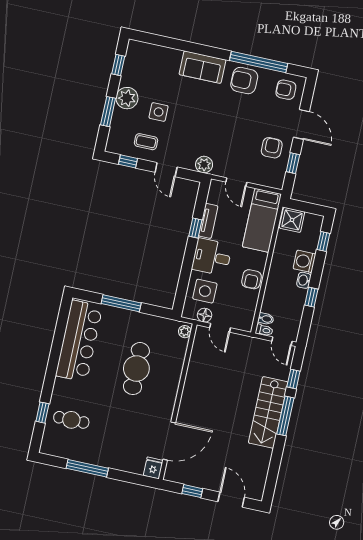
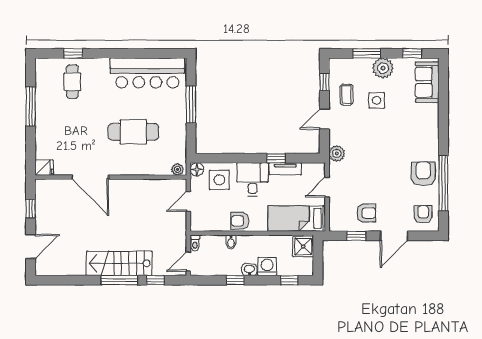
sofa: (202, 67) -> (427, 82), moved
floor lamp: (205, 315) -> (197, 169), moved
bidet: (266, 319) -> (231, 242), moved
door: (169, 441) -> (90, 177), moved

